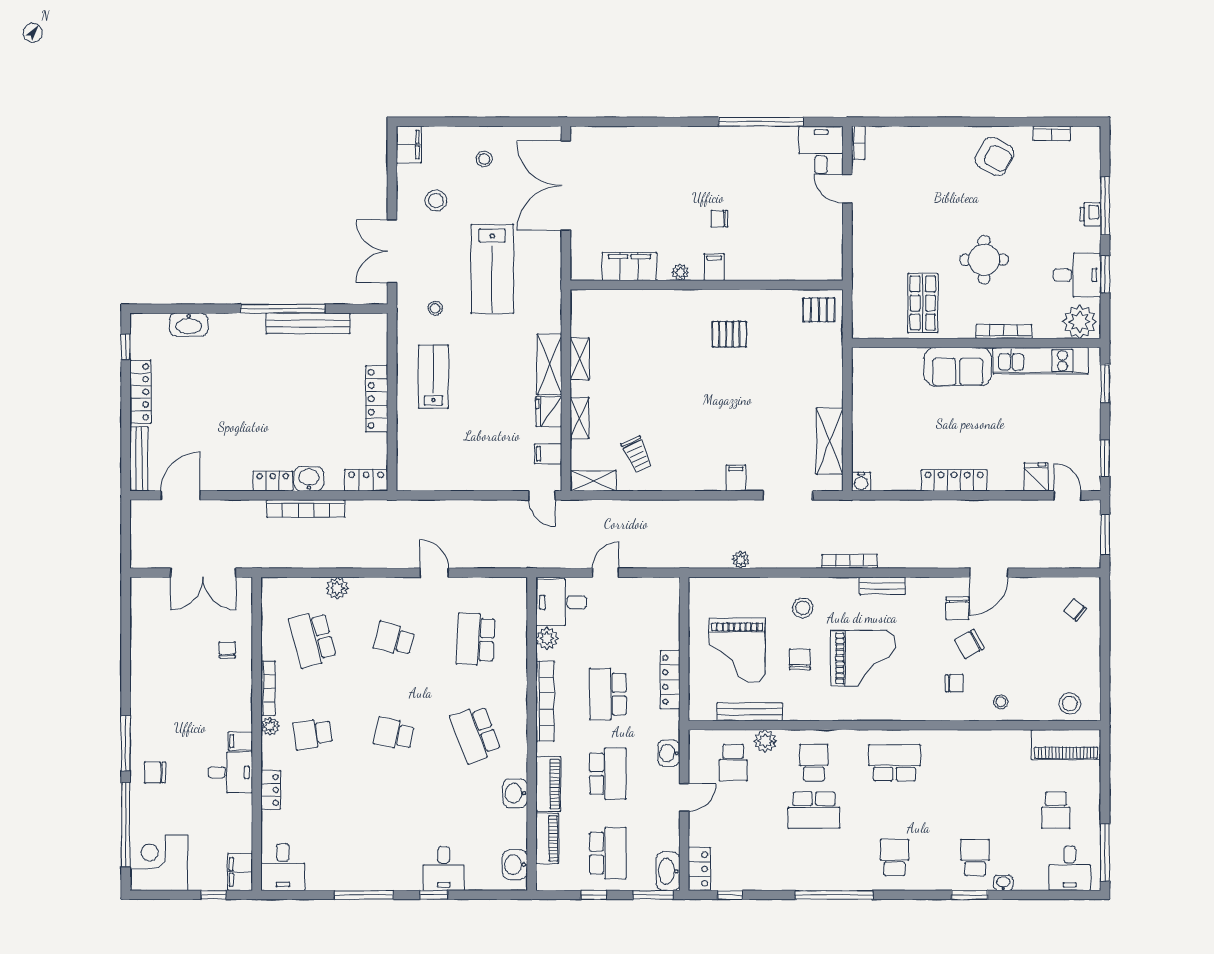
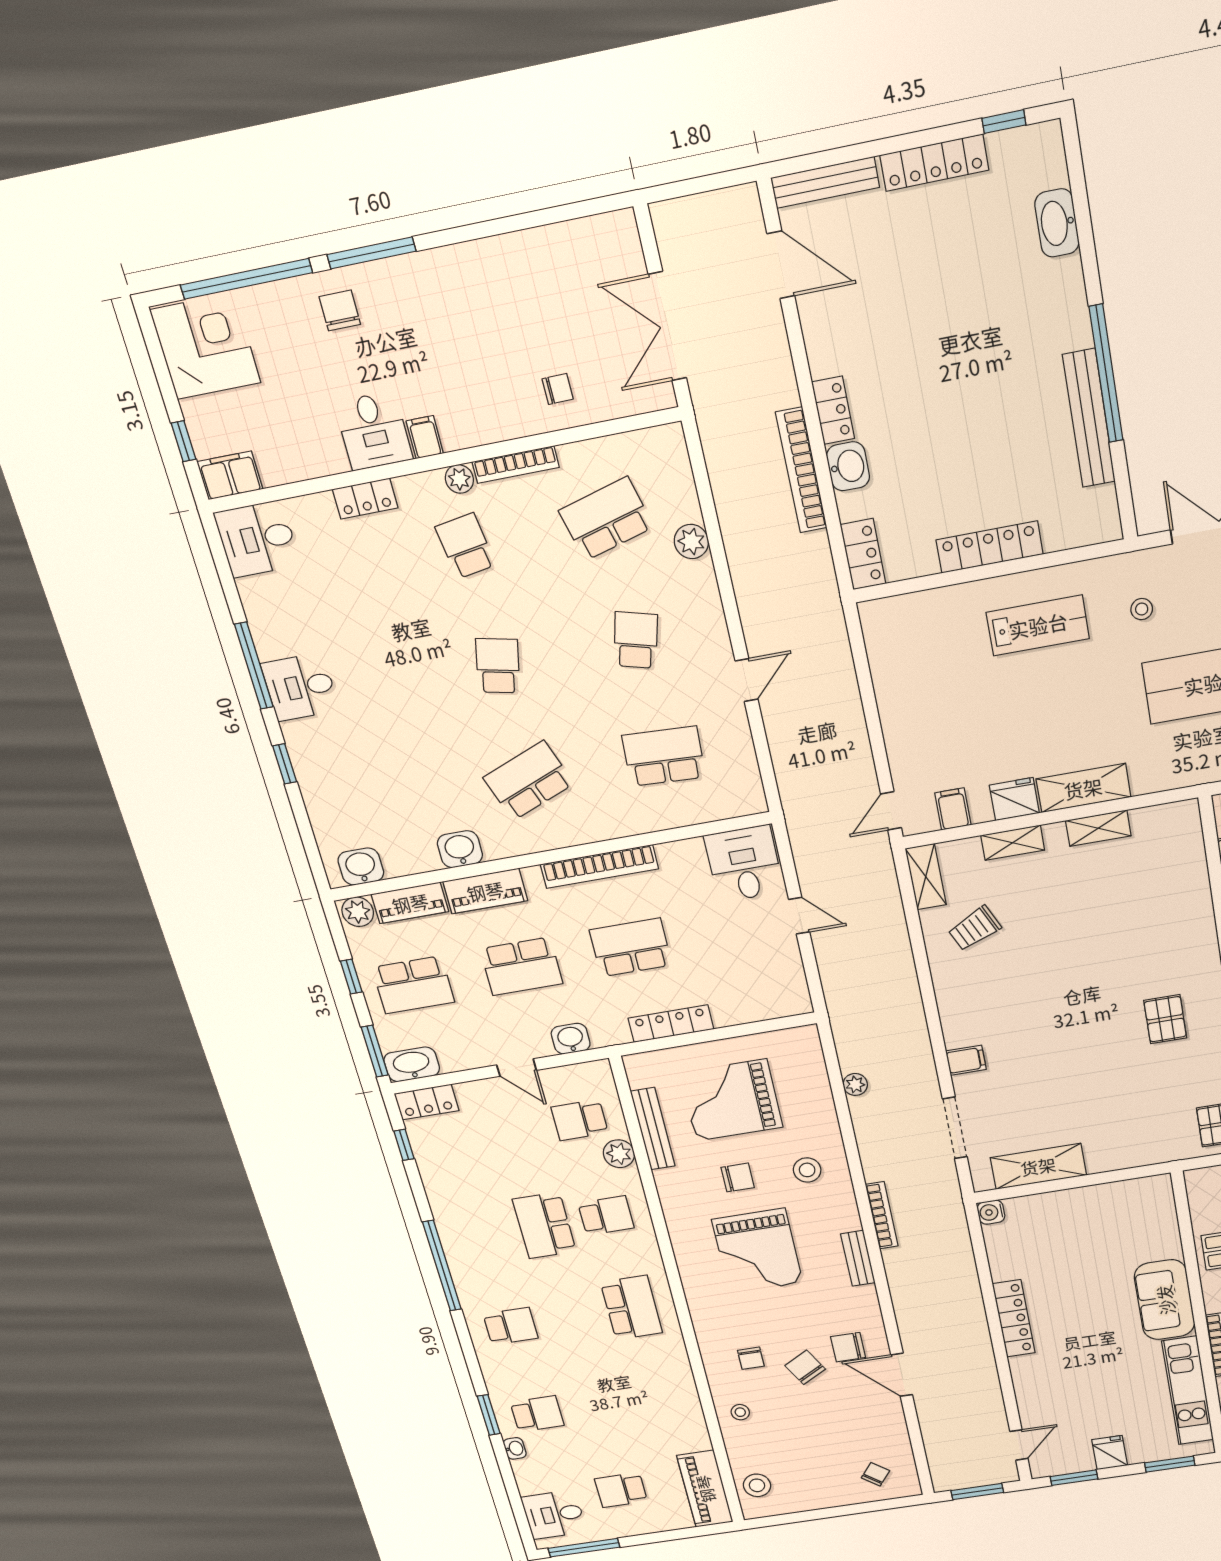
fridge: (1036, 477) -> (1110, 1453), moved, turned -90
plant: (547, 638) -> (358, 912), moved
desk: (444, 868) -> (300, 687), moved

